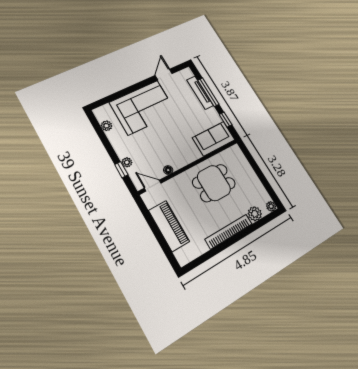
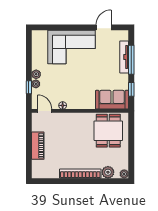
plant: (107, 126) -> (36, 74), moved
dining table: (214, 183) -> (108, 131), moved, turned 90
piano: (169, 226) -> (38, 146), width x0.73, depth x0.75

